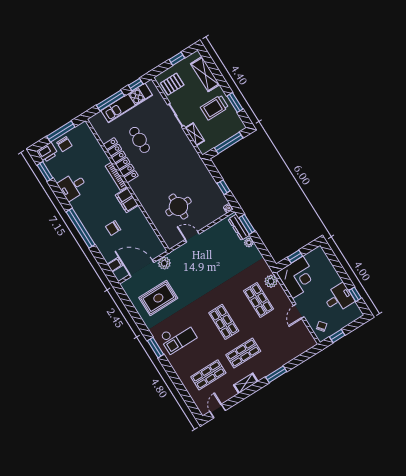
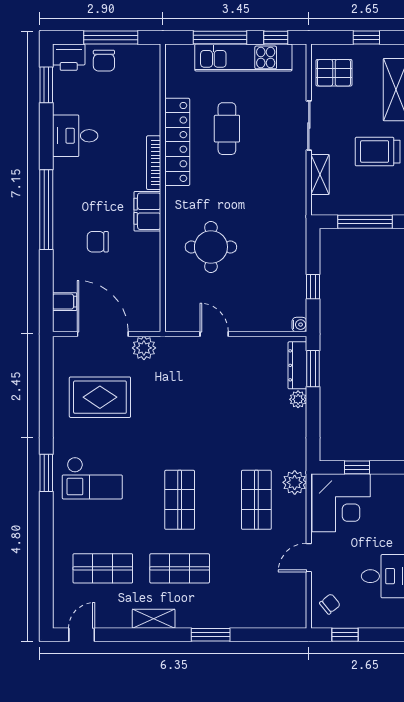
round table: (178, 207) -> (211, 247), moved

